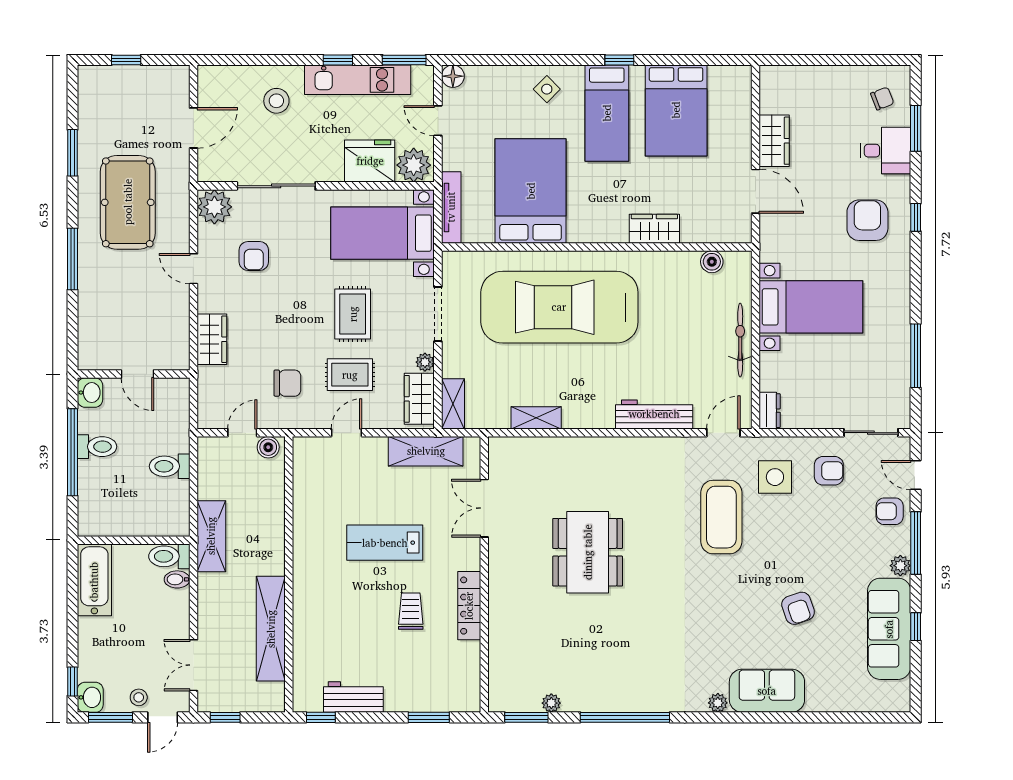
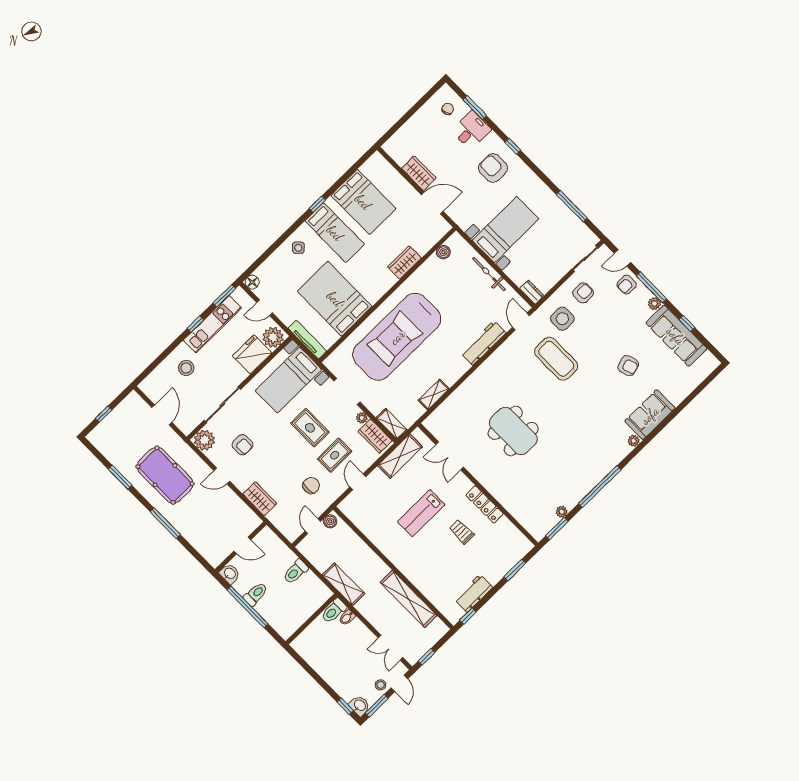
bathtub: (94, 580) -> (311, 653), removed

